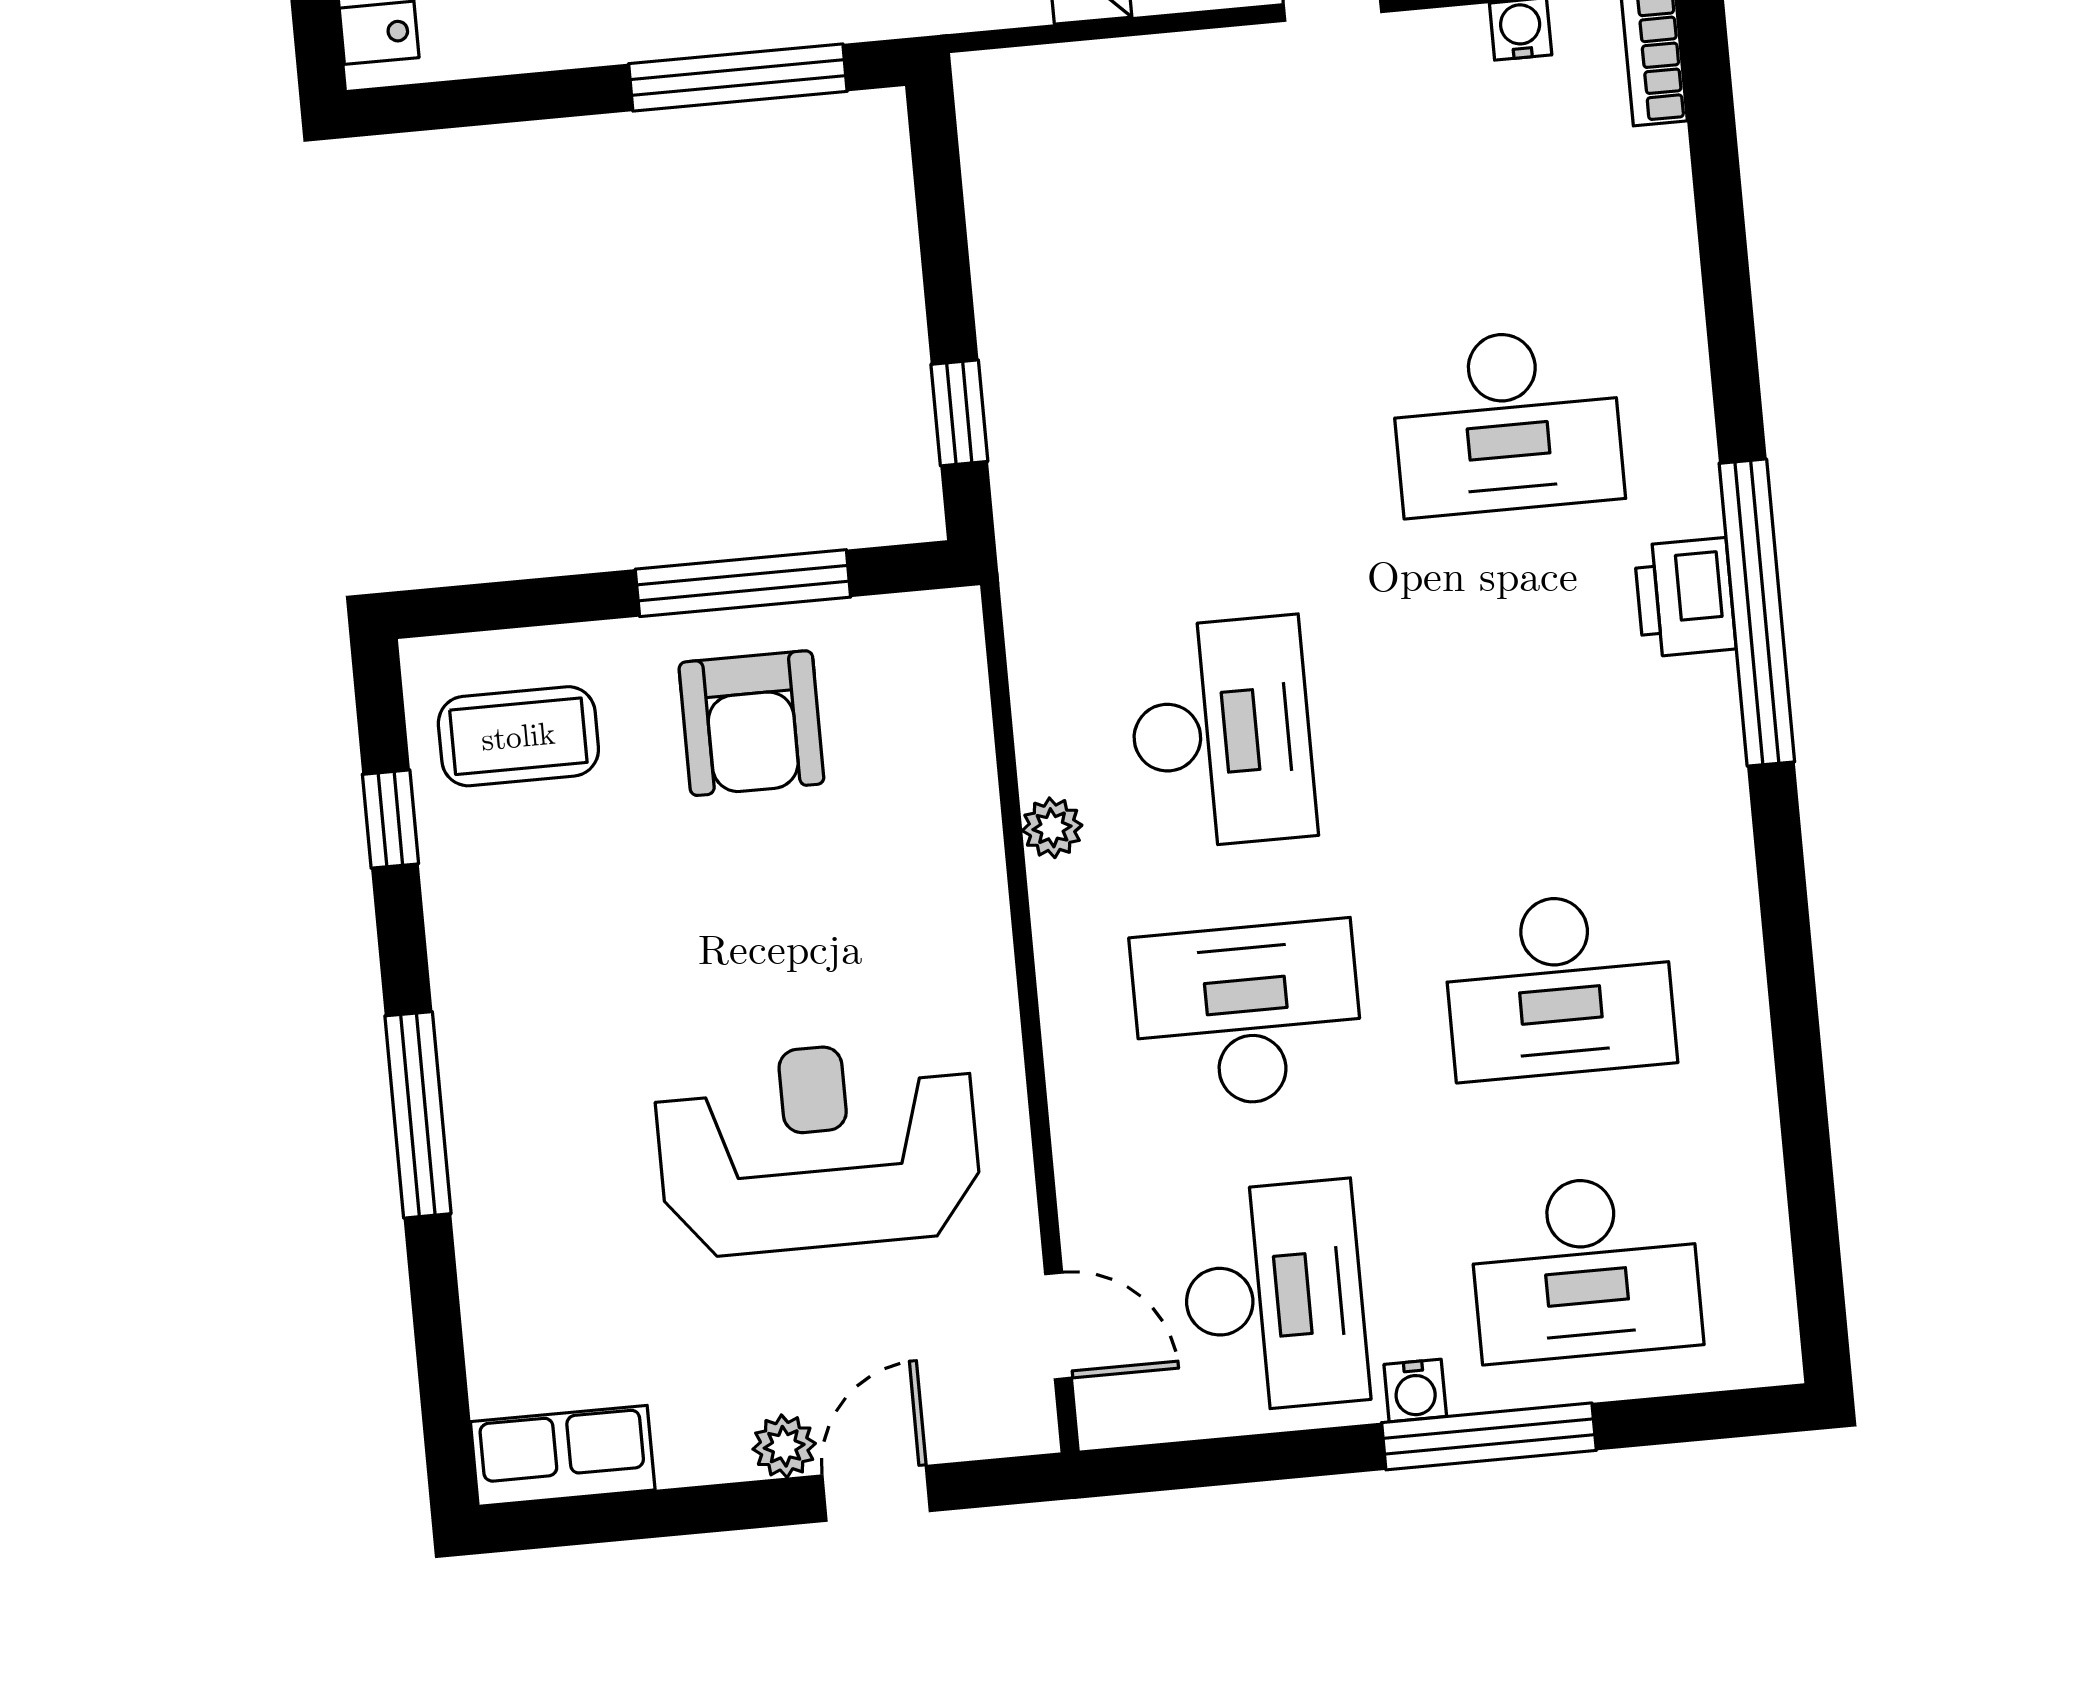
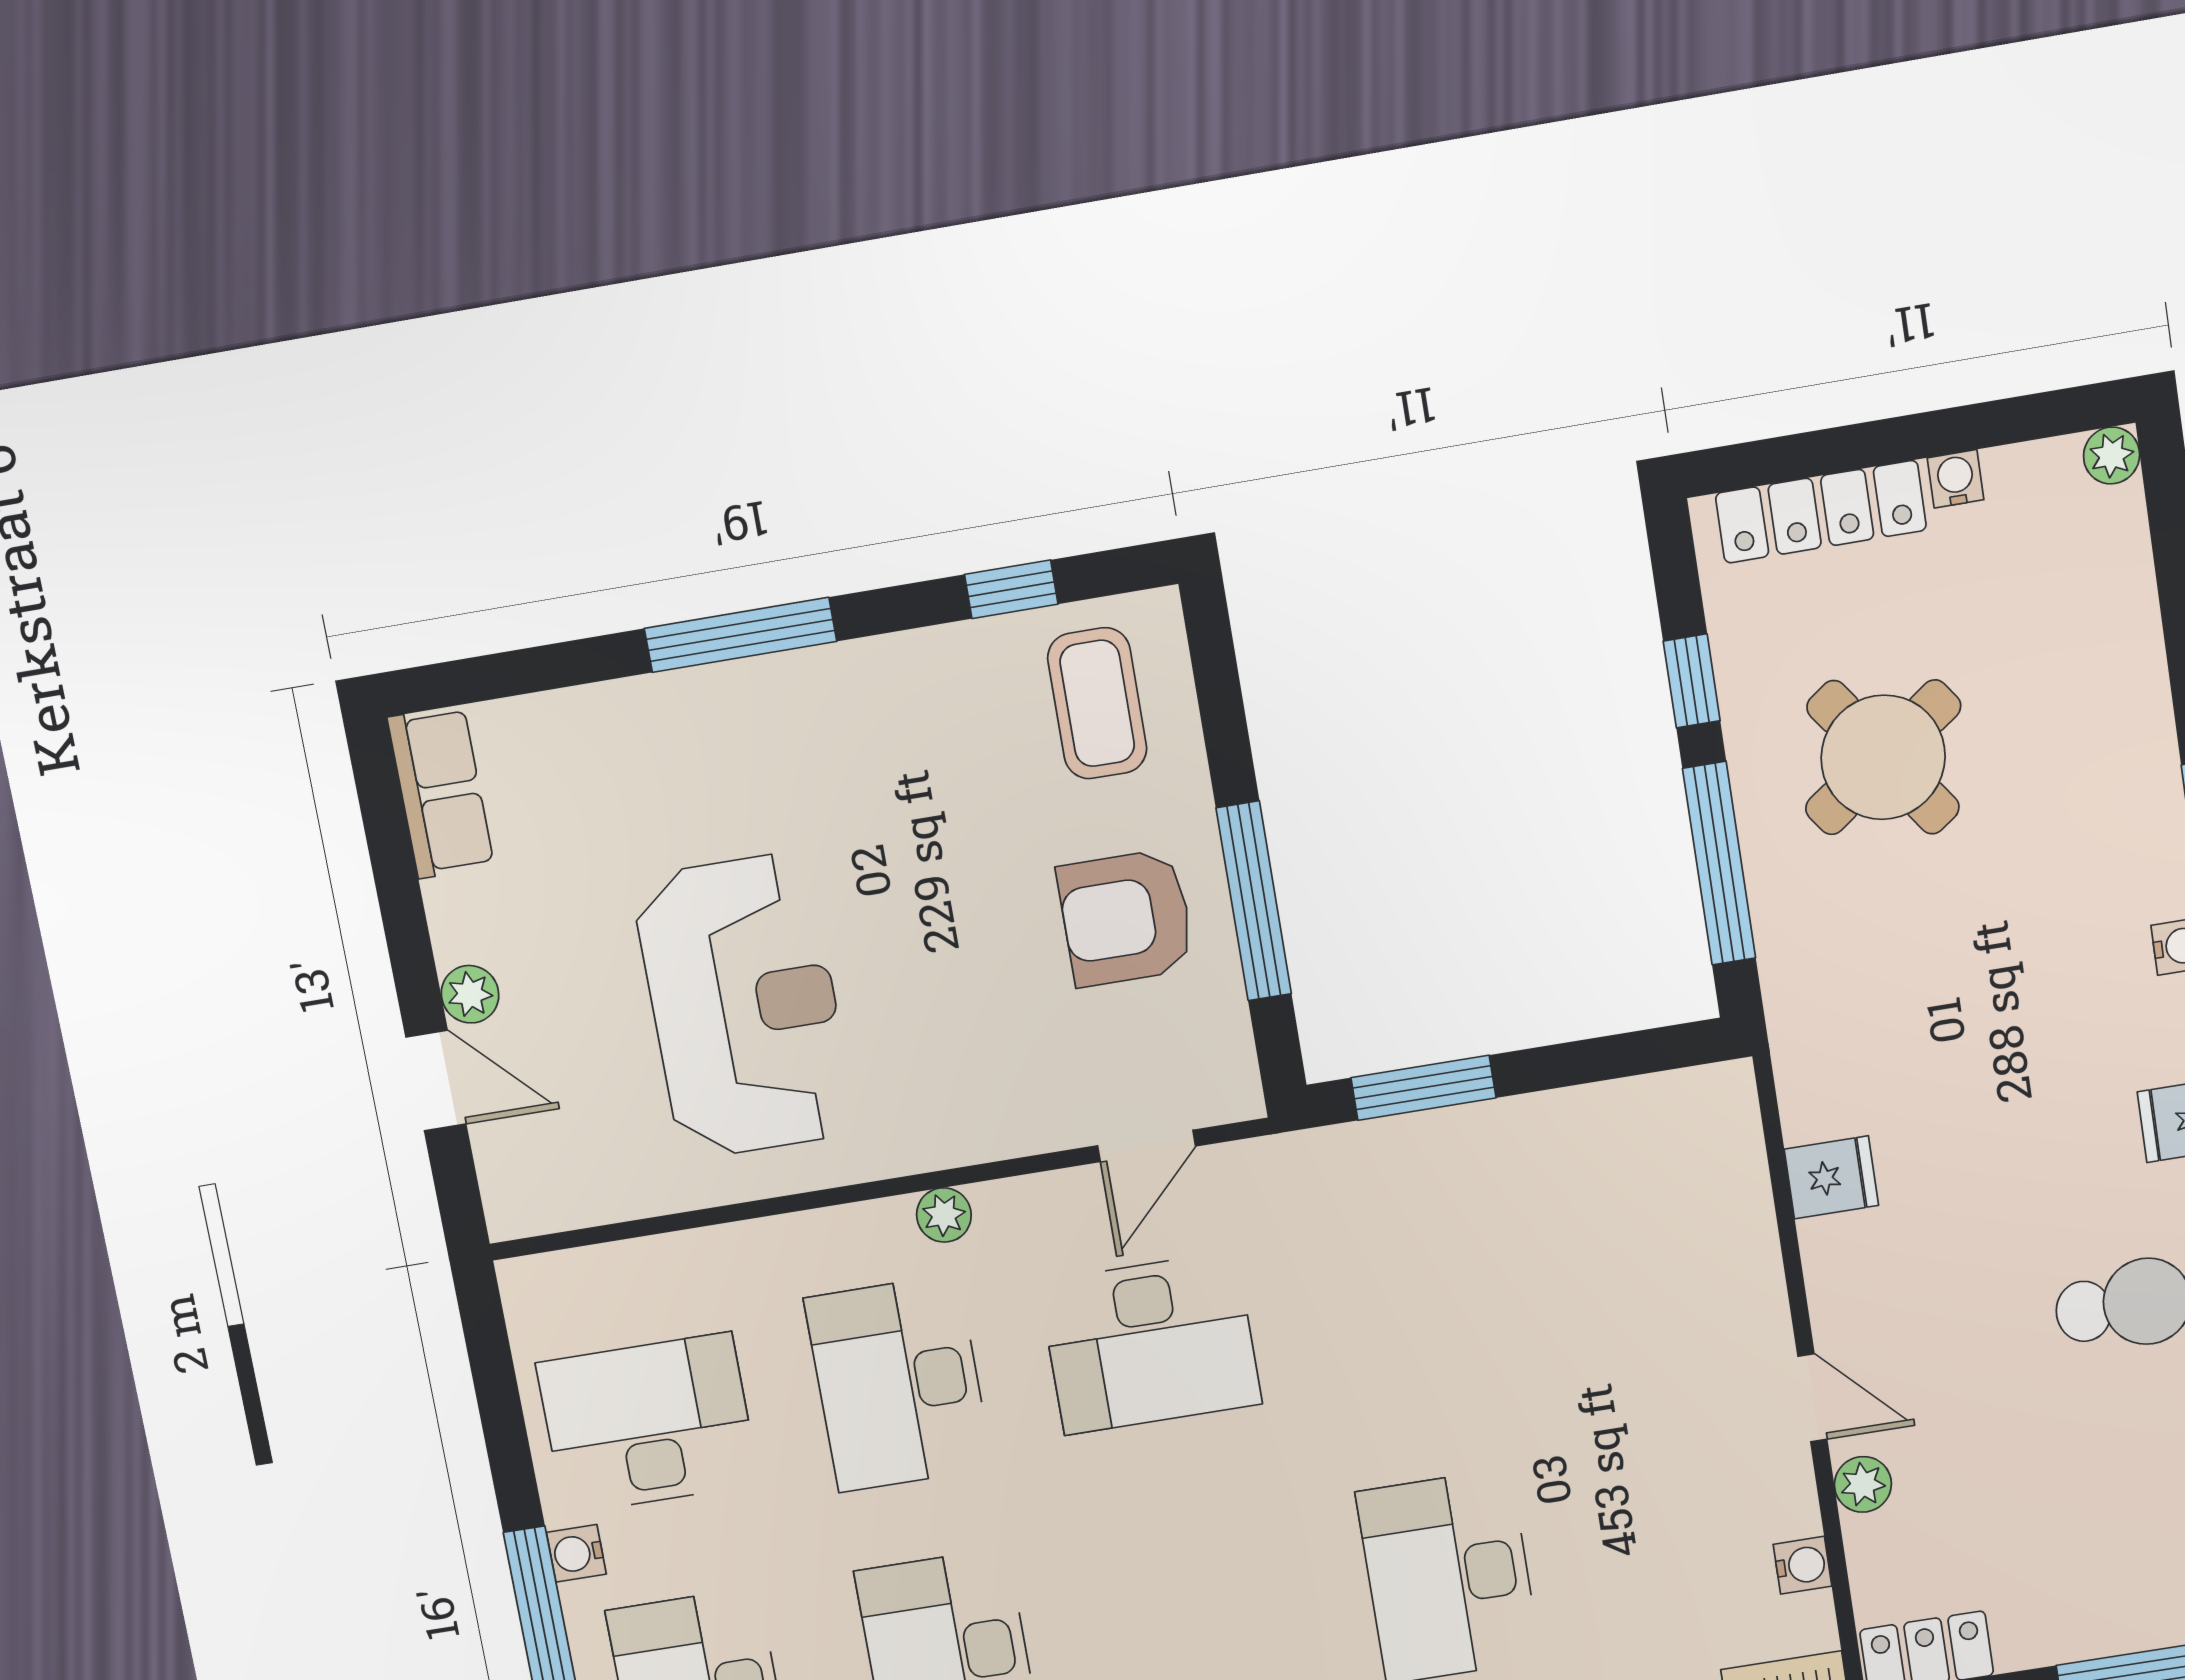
window: (540, 96) -> (1692, 681), added
window: (959, 413) -> (1423, 1088), width x1.50
plant: (1052, 828) -> (944, 1215), moved
desk: (1248, 1015) -> (898, 1383), turned 180
desk: (1274, 1297) -> (648, 1423), turned 180
door: (1058, 1326) -> (1147, 1146), moved

